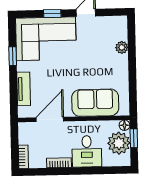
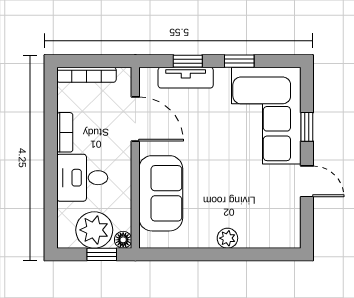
plant: (122, 47) -> (227, 238), moved
window: (13, 88) -> (188, 61), added
bookcase: (23, 157) -> (86, 75), width x1.56

